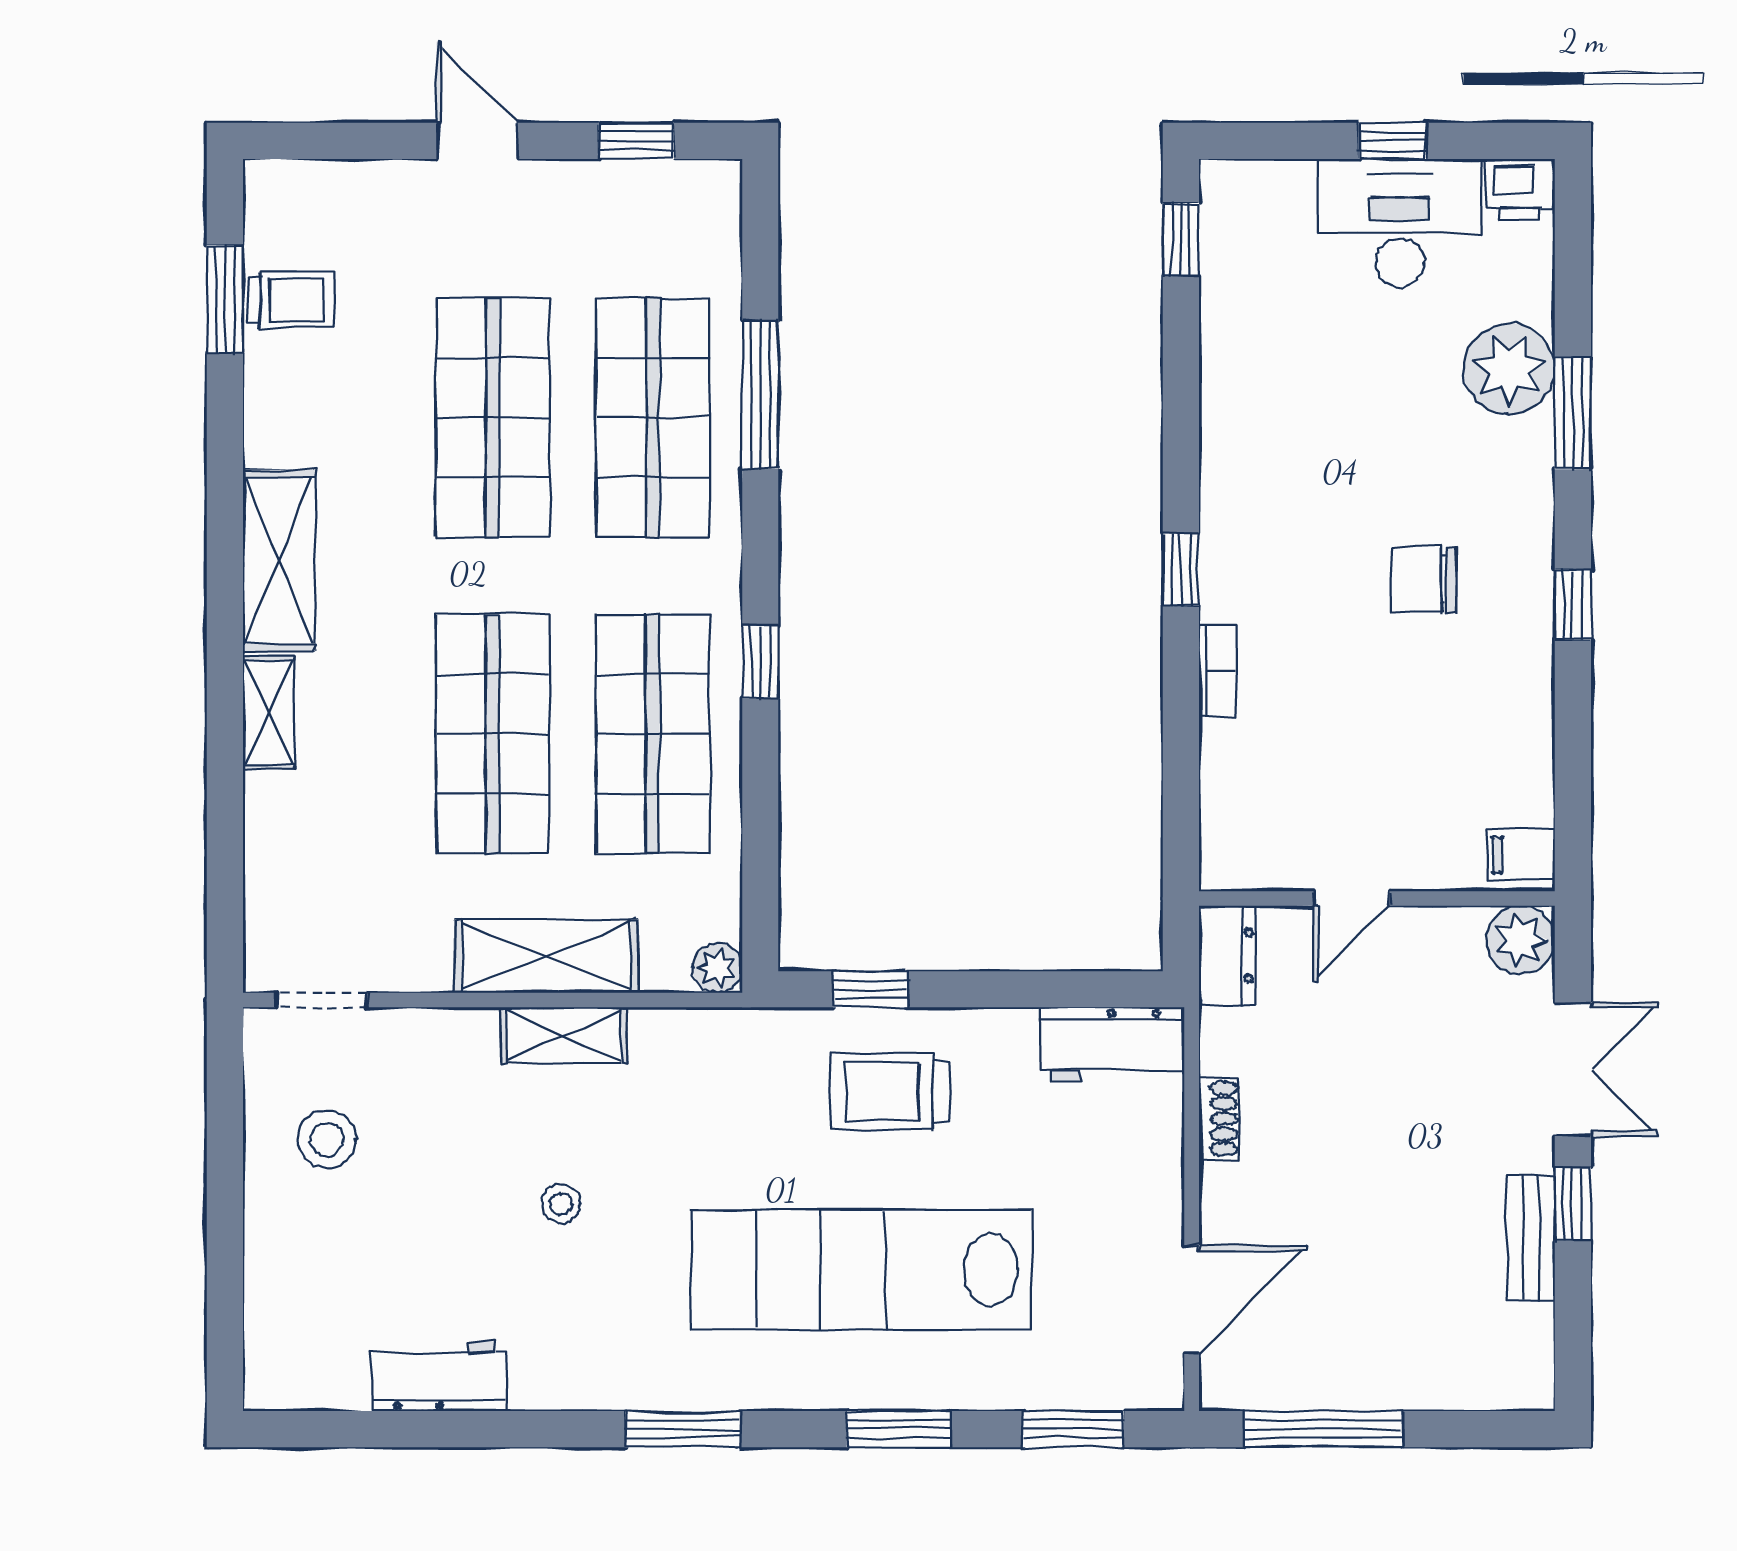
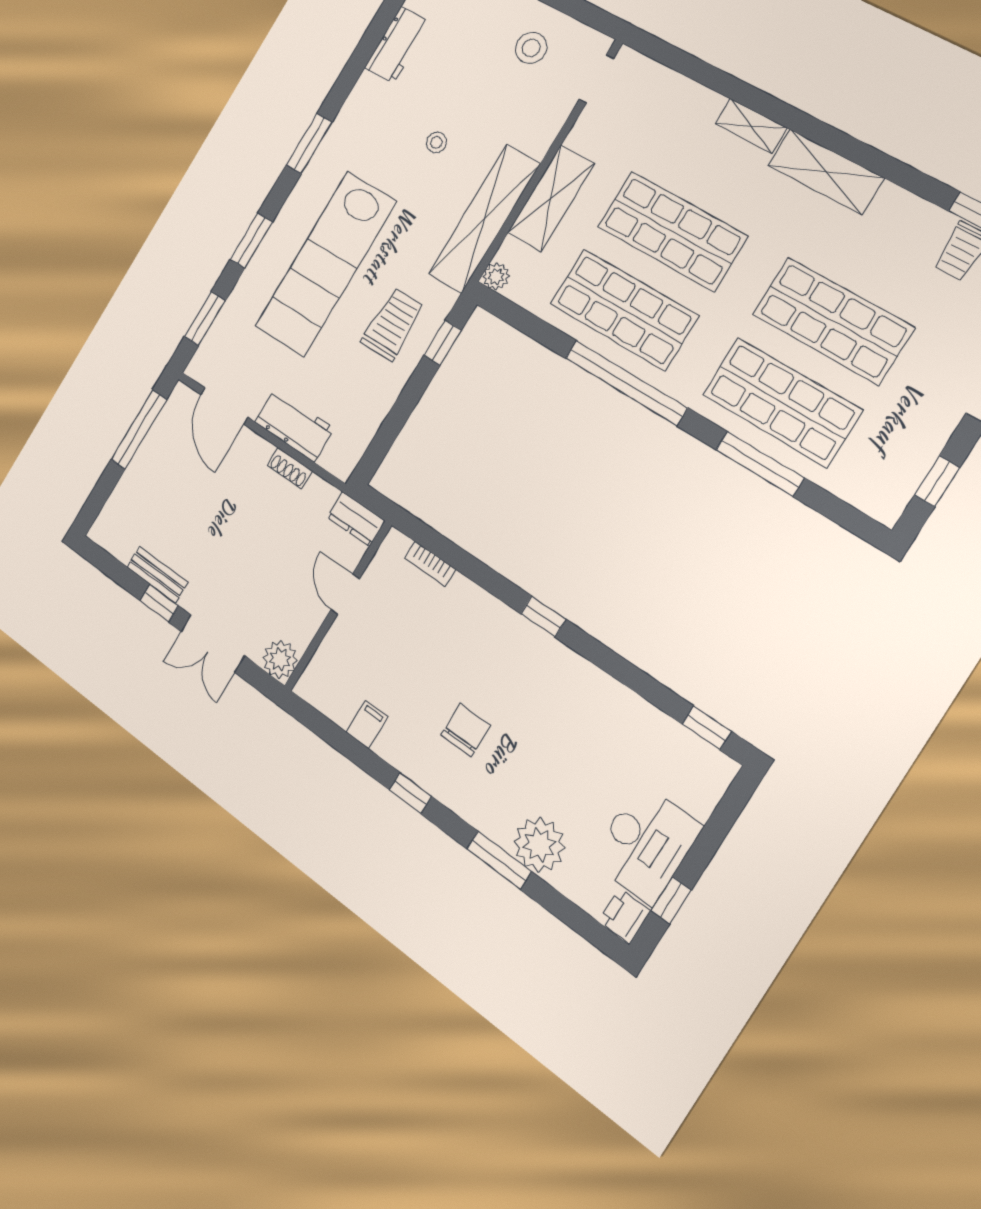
window: (1392, 141) -> (671, 900), moved
window: (760, 662) -> (626, 383), width x3.17
bookcase: (1217, 671) -> (430, 564), moved
filing cabinet: (1521, 855) -> (367, 725), moved
shelving: (564, 1035) -> (484, 219), width x2.20, depth x1.33
workbench: (1112, 1045) -> (294, 425), moved, turned 90
lab bench: (861, 1270) -> (326, 264), turned 180

